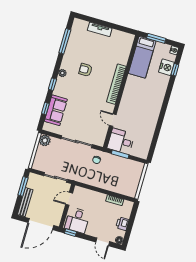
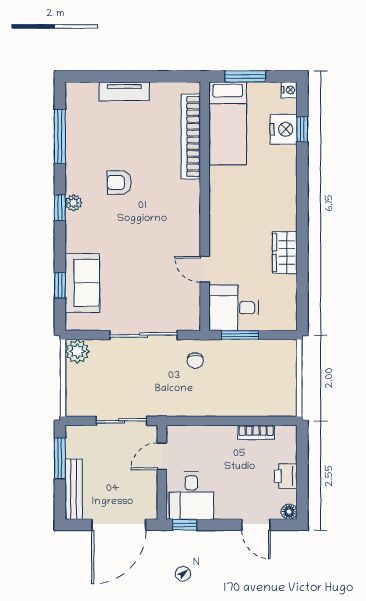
window: (52, 84) -> (60, 208), moved
bookcase: (116, 84) -> (191, 136), moved
wardrobe: (151, 123) -> (285, 253), added

